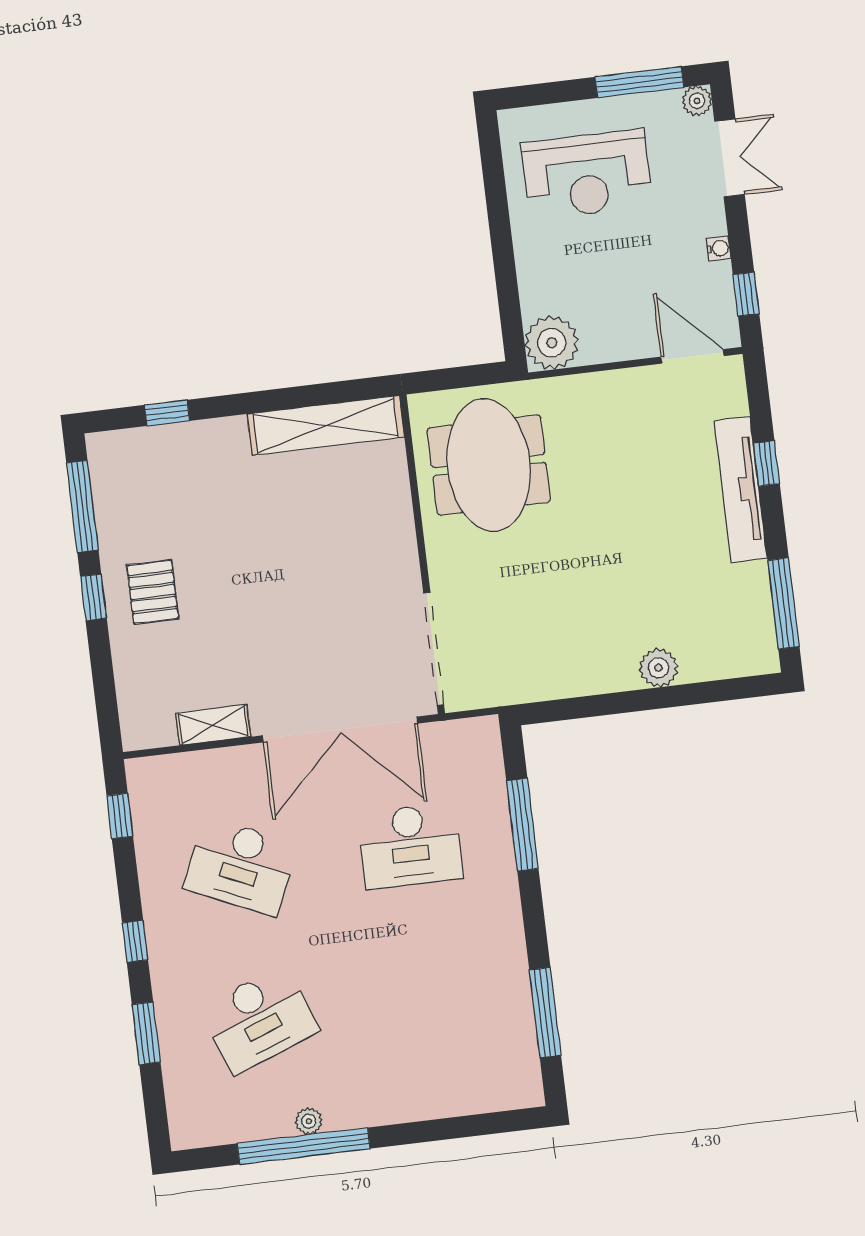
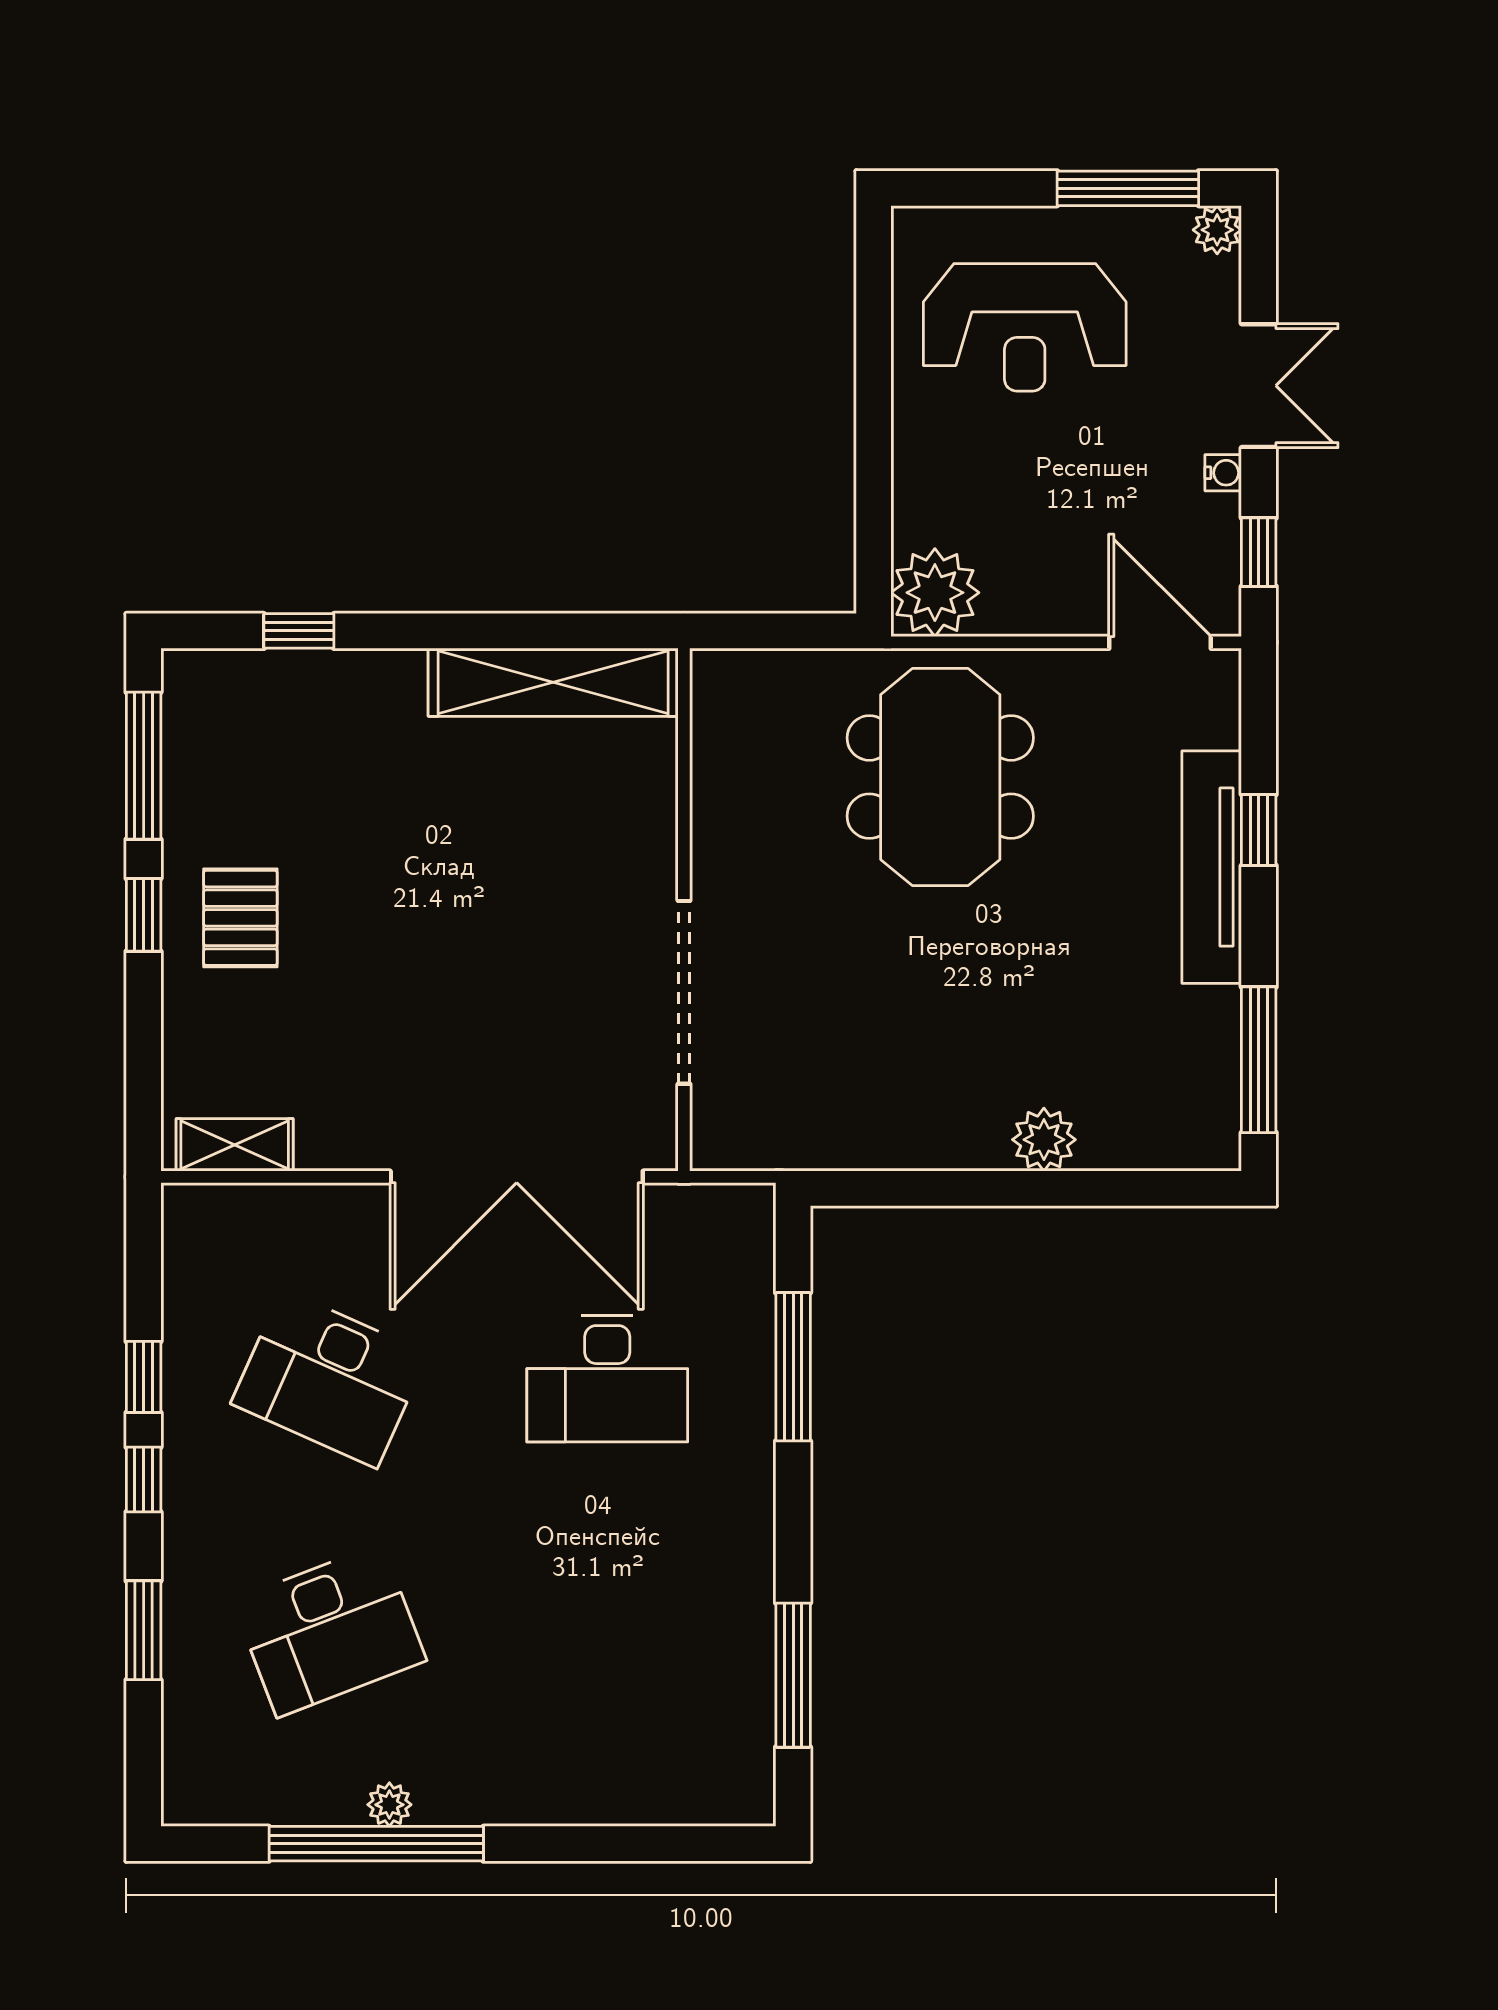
double door: (730, 158) -> (1259, 386), moved
meeting table: (489, 465) -> (940, 777), moved
doorway: (434, 649) -> (684, 992), moved
shelving: (213, 725) -> (235, 1145), moved
window: (120, 816) -> (144, 1377), moved

